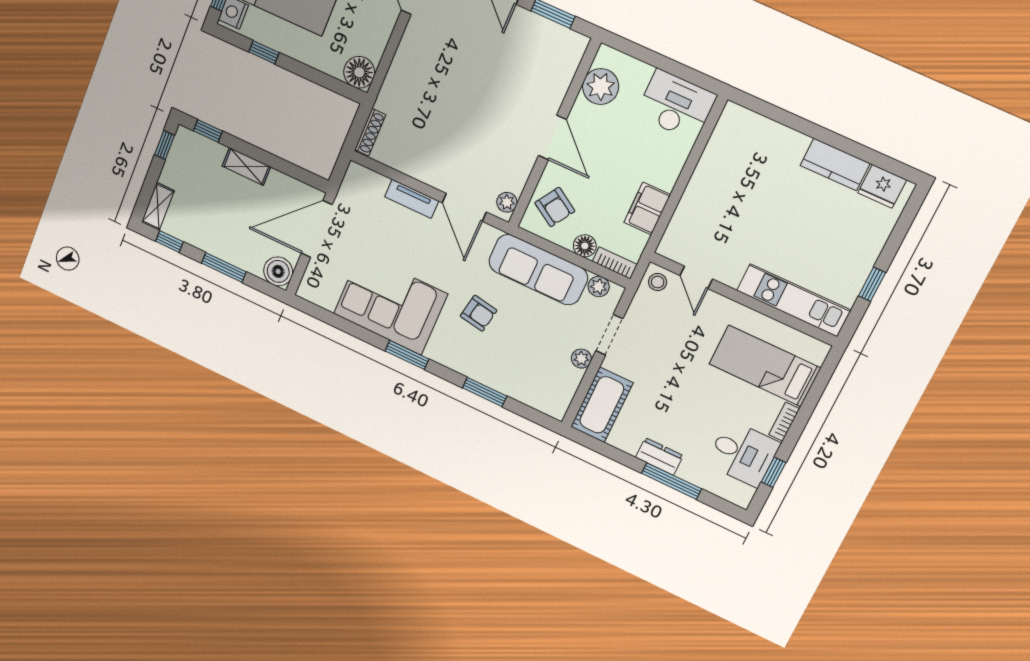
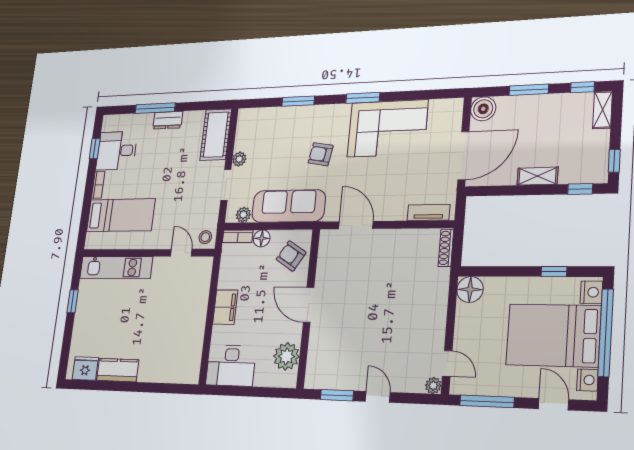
tv unit: (412, 199) -> (429, 212), moved
plant: (507, 202) -> (326, 243), removed
filing cabinet: (647, 208) -> (225, 307), moved

